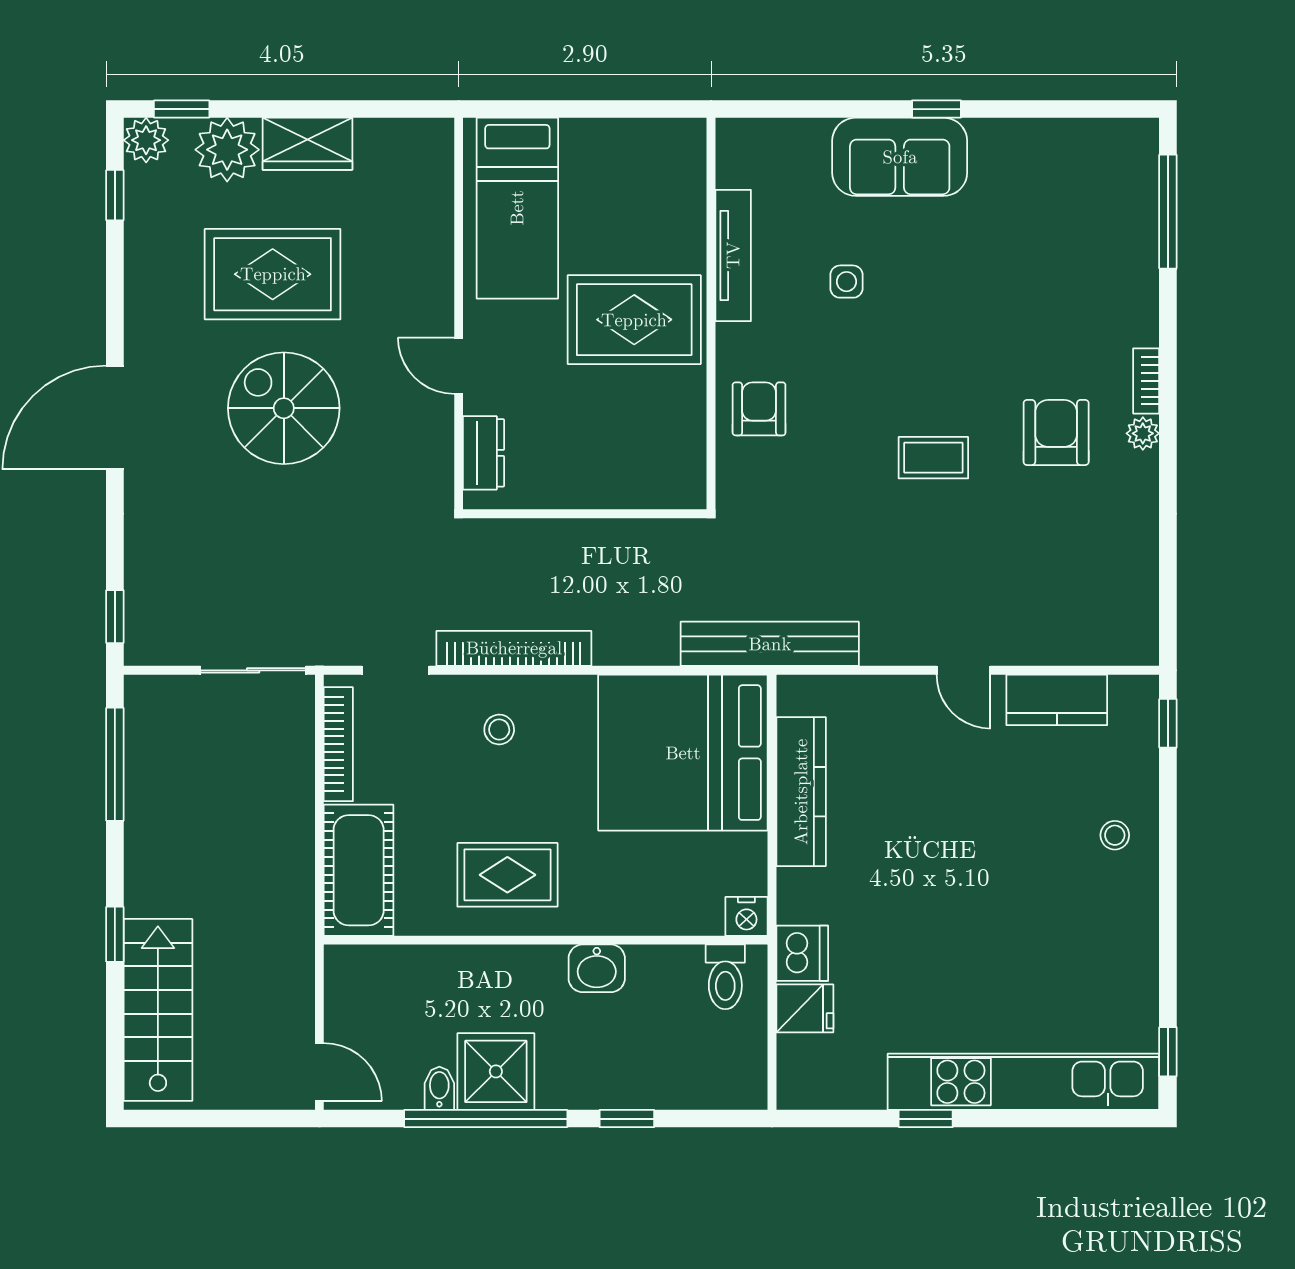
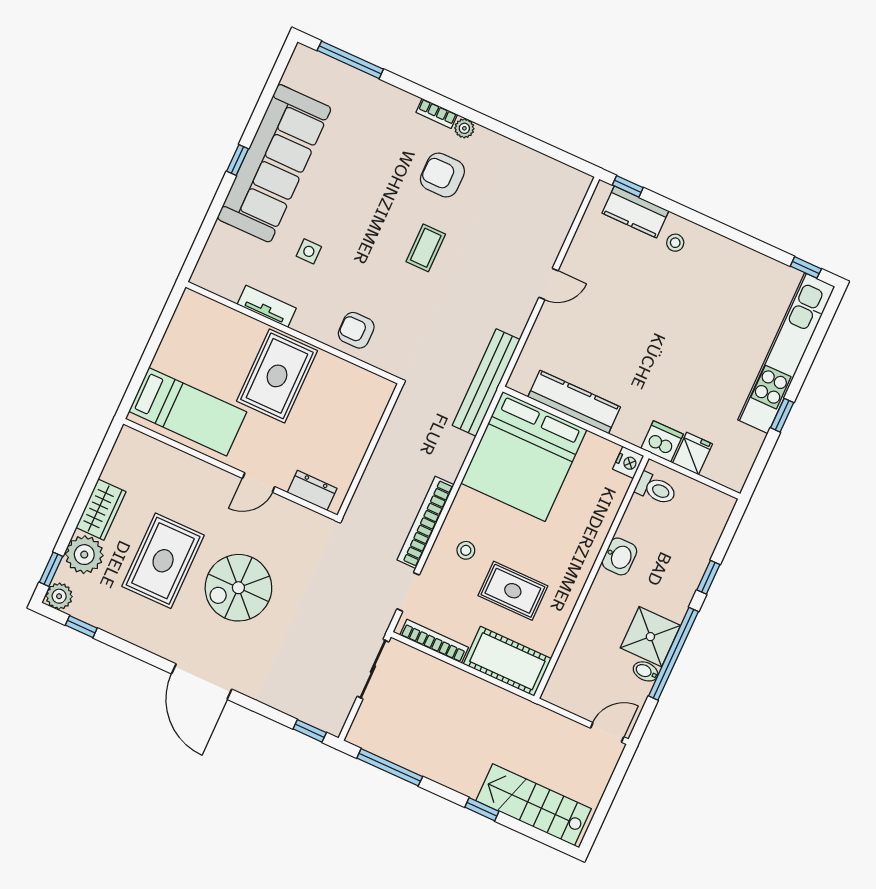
sofa: (900, 157) -> (274, 163), width x1.85, depth x1.27
tv unit: (733, 255) -> (267, 306), width x0.71
kitchen counter: (1057, 700) -> (635, 212), moved, turned 90
rug: (507, 875) -> (513, 591), moved, turned 90

